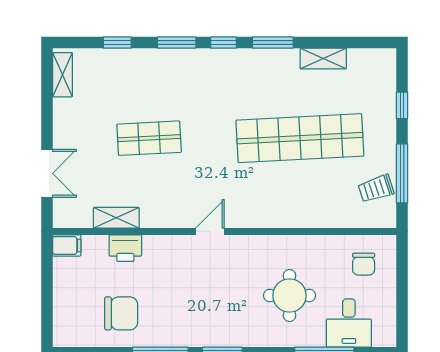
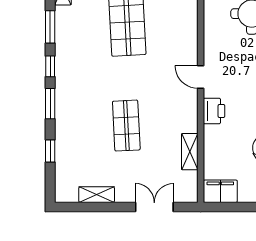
shelving: (62, 75) -> (97, 195), moved
filing cabinet: (67, 245) -> (220, 191), width x2.00
printer: (125, 248) -> (214, 111), moved

